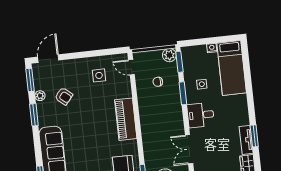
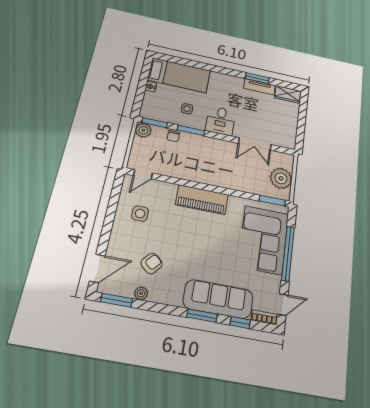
door: (48, 59) -> (97, 268), swing flipped
chair: (158, 82) -> (173, 136), moved
window: (34, 115) -> (202, 316), moved

